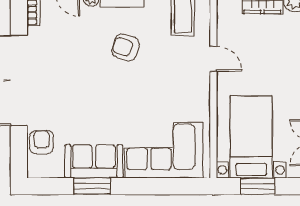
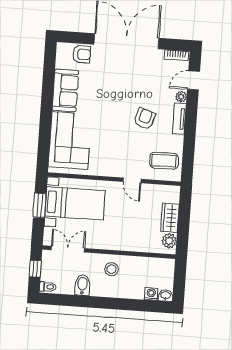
door: (213, 59) -> (132, 180), hinge flipped
window: (92, 186) -> (48, 88), removed

